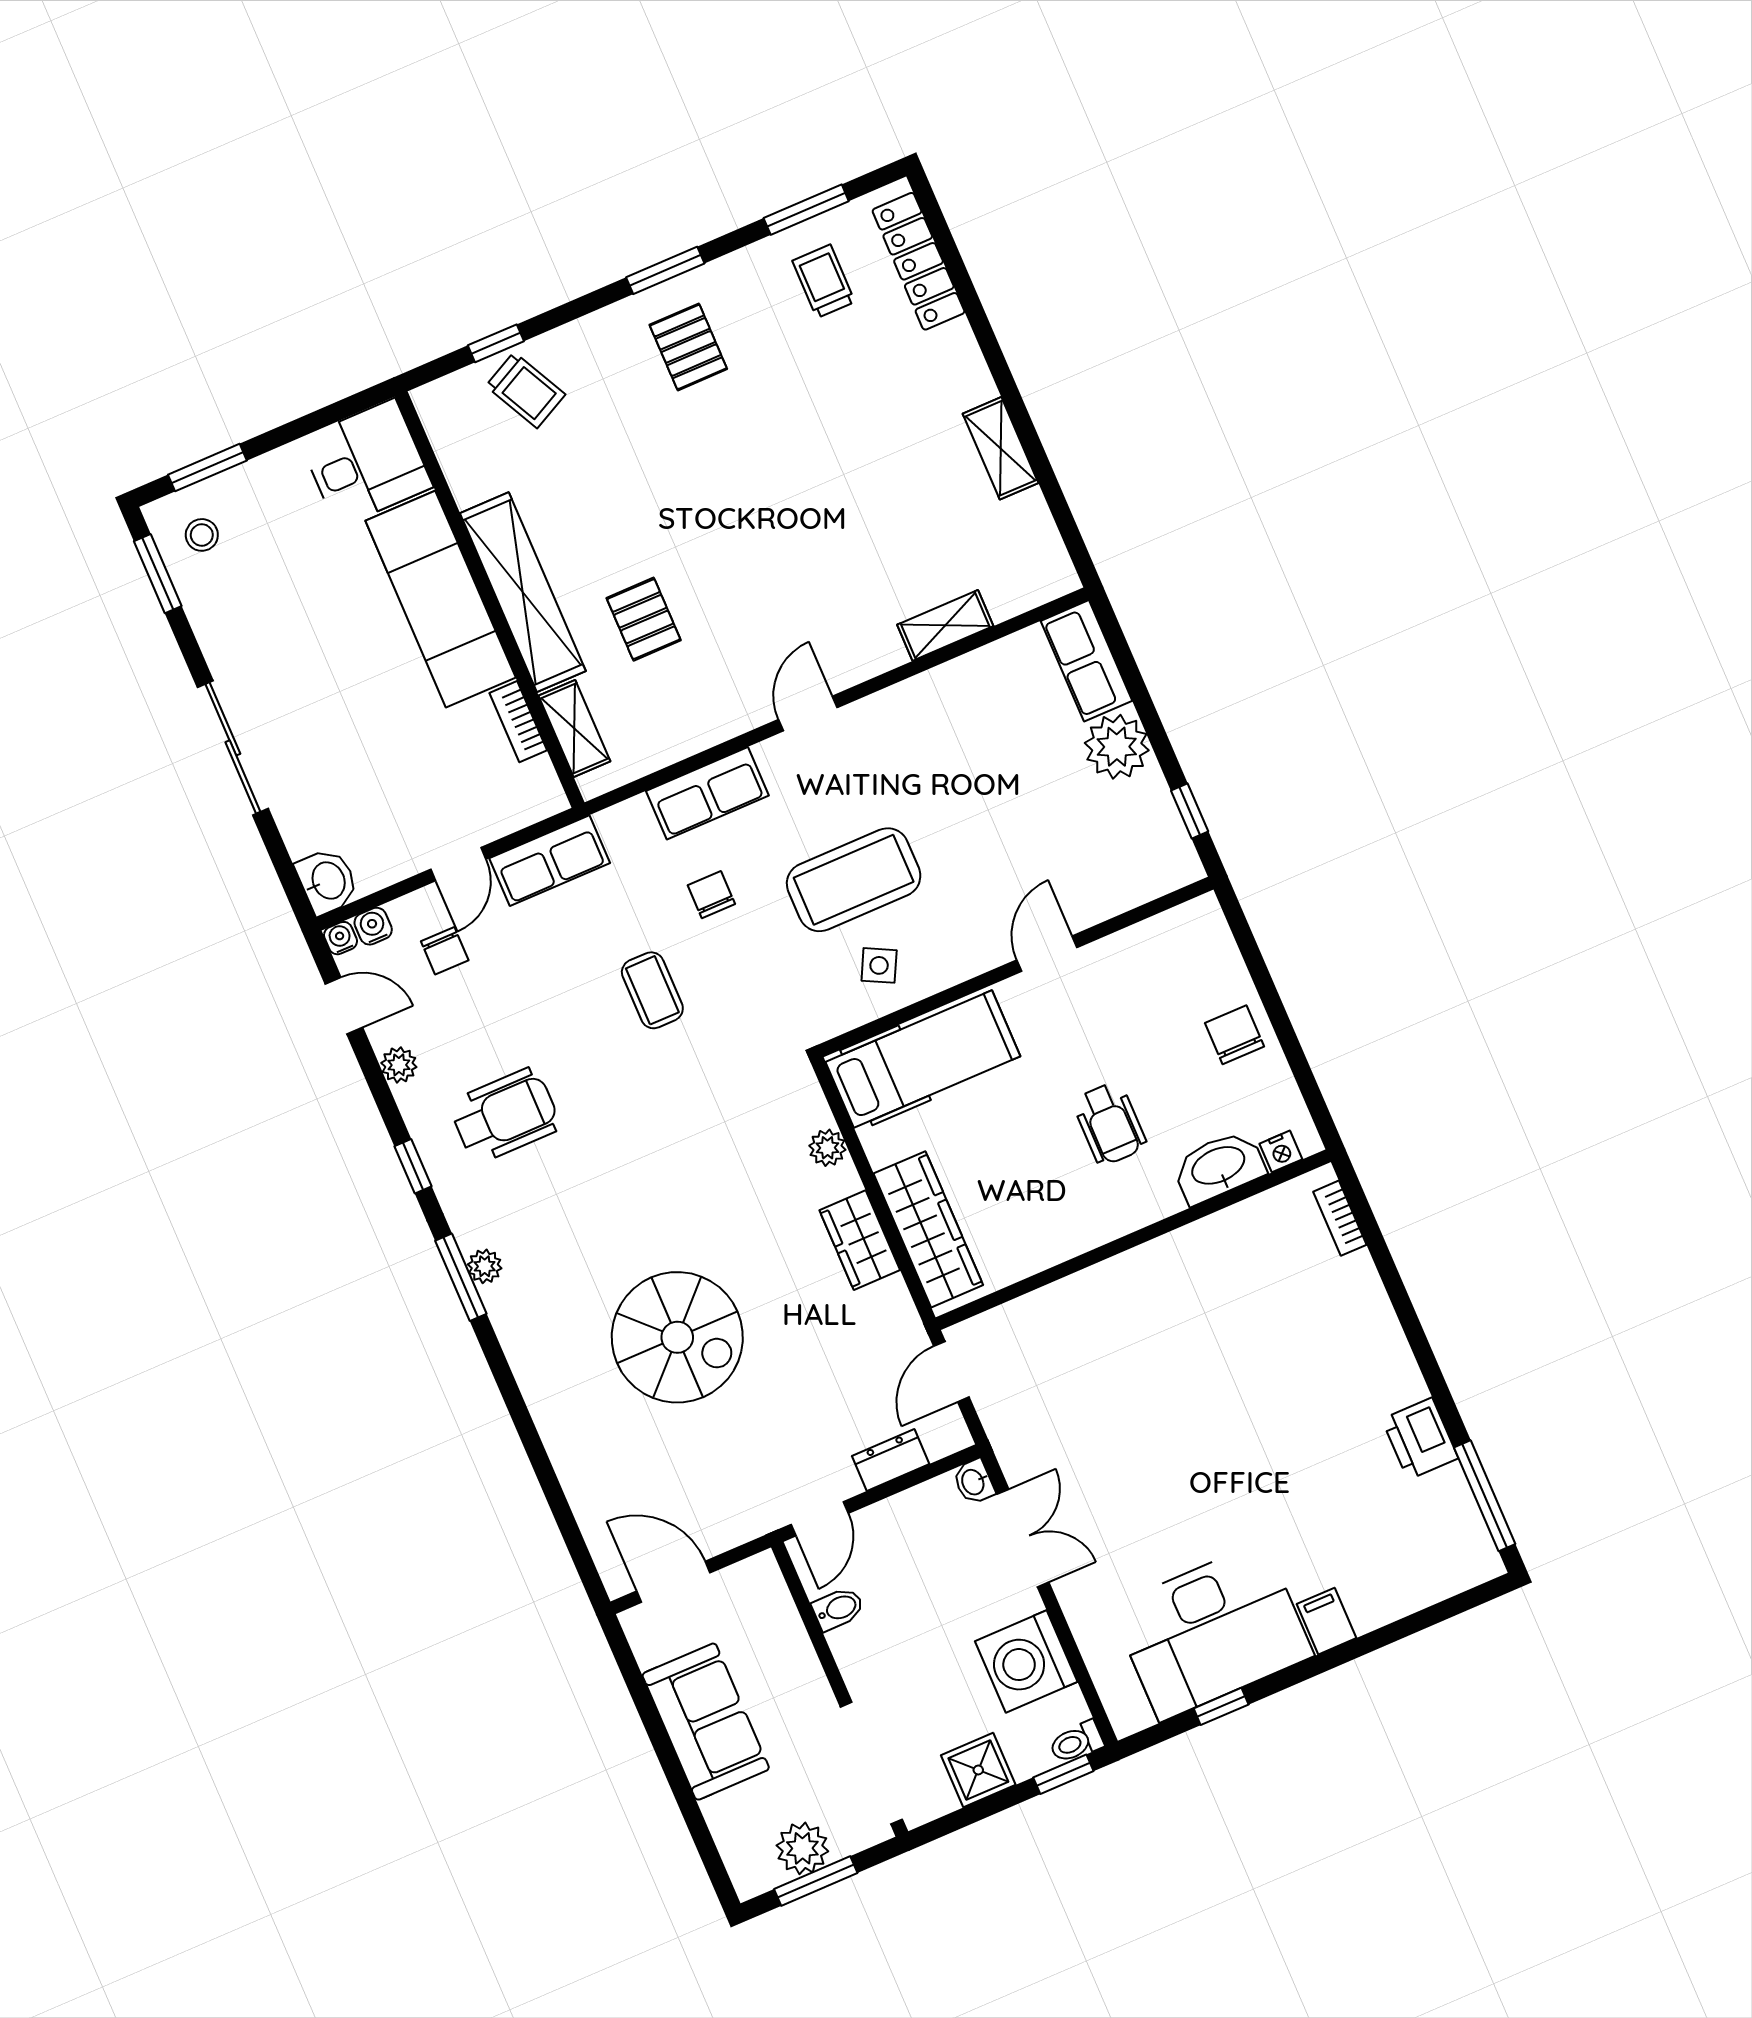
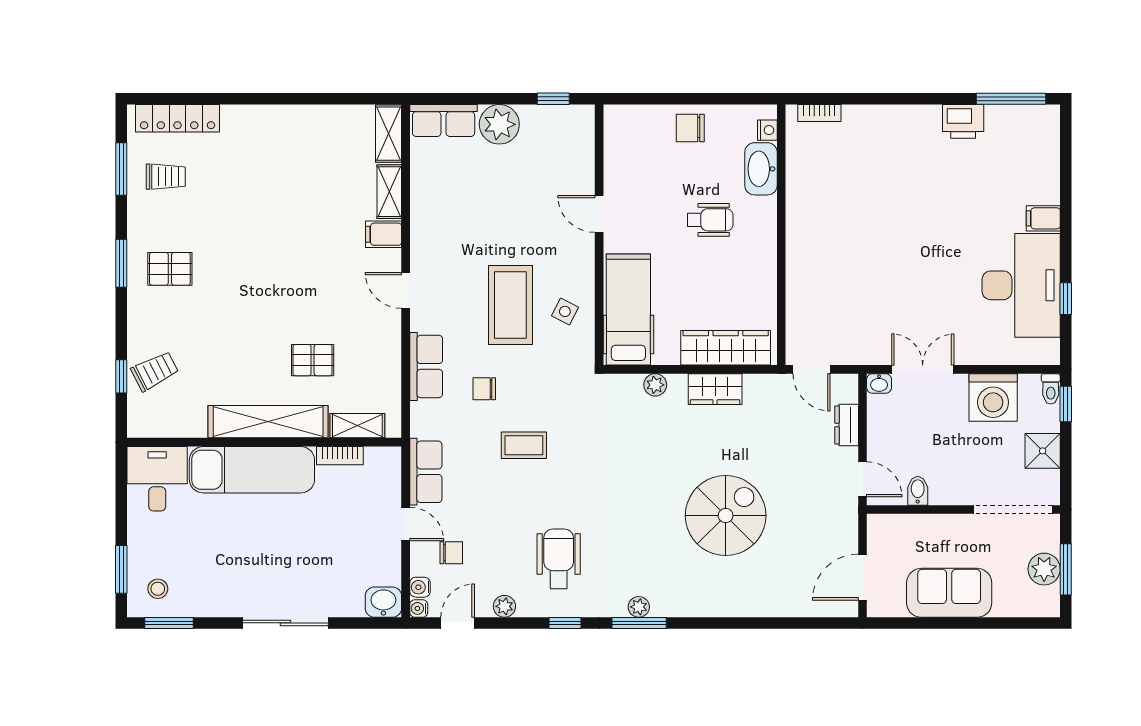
trolley: (824, 281) -> (166, 177), turned 180
shelving: (1001, 448) -> (389, 134), moved, turned 90
filing cabinet: (878, 644) -> (384, 234), added

